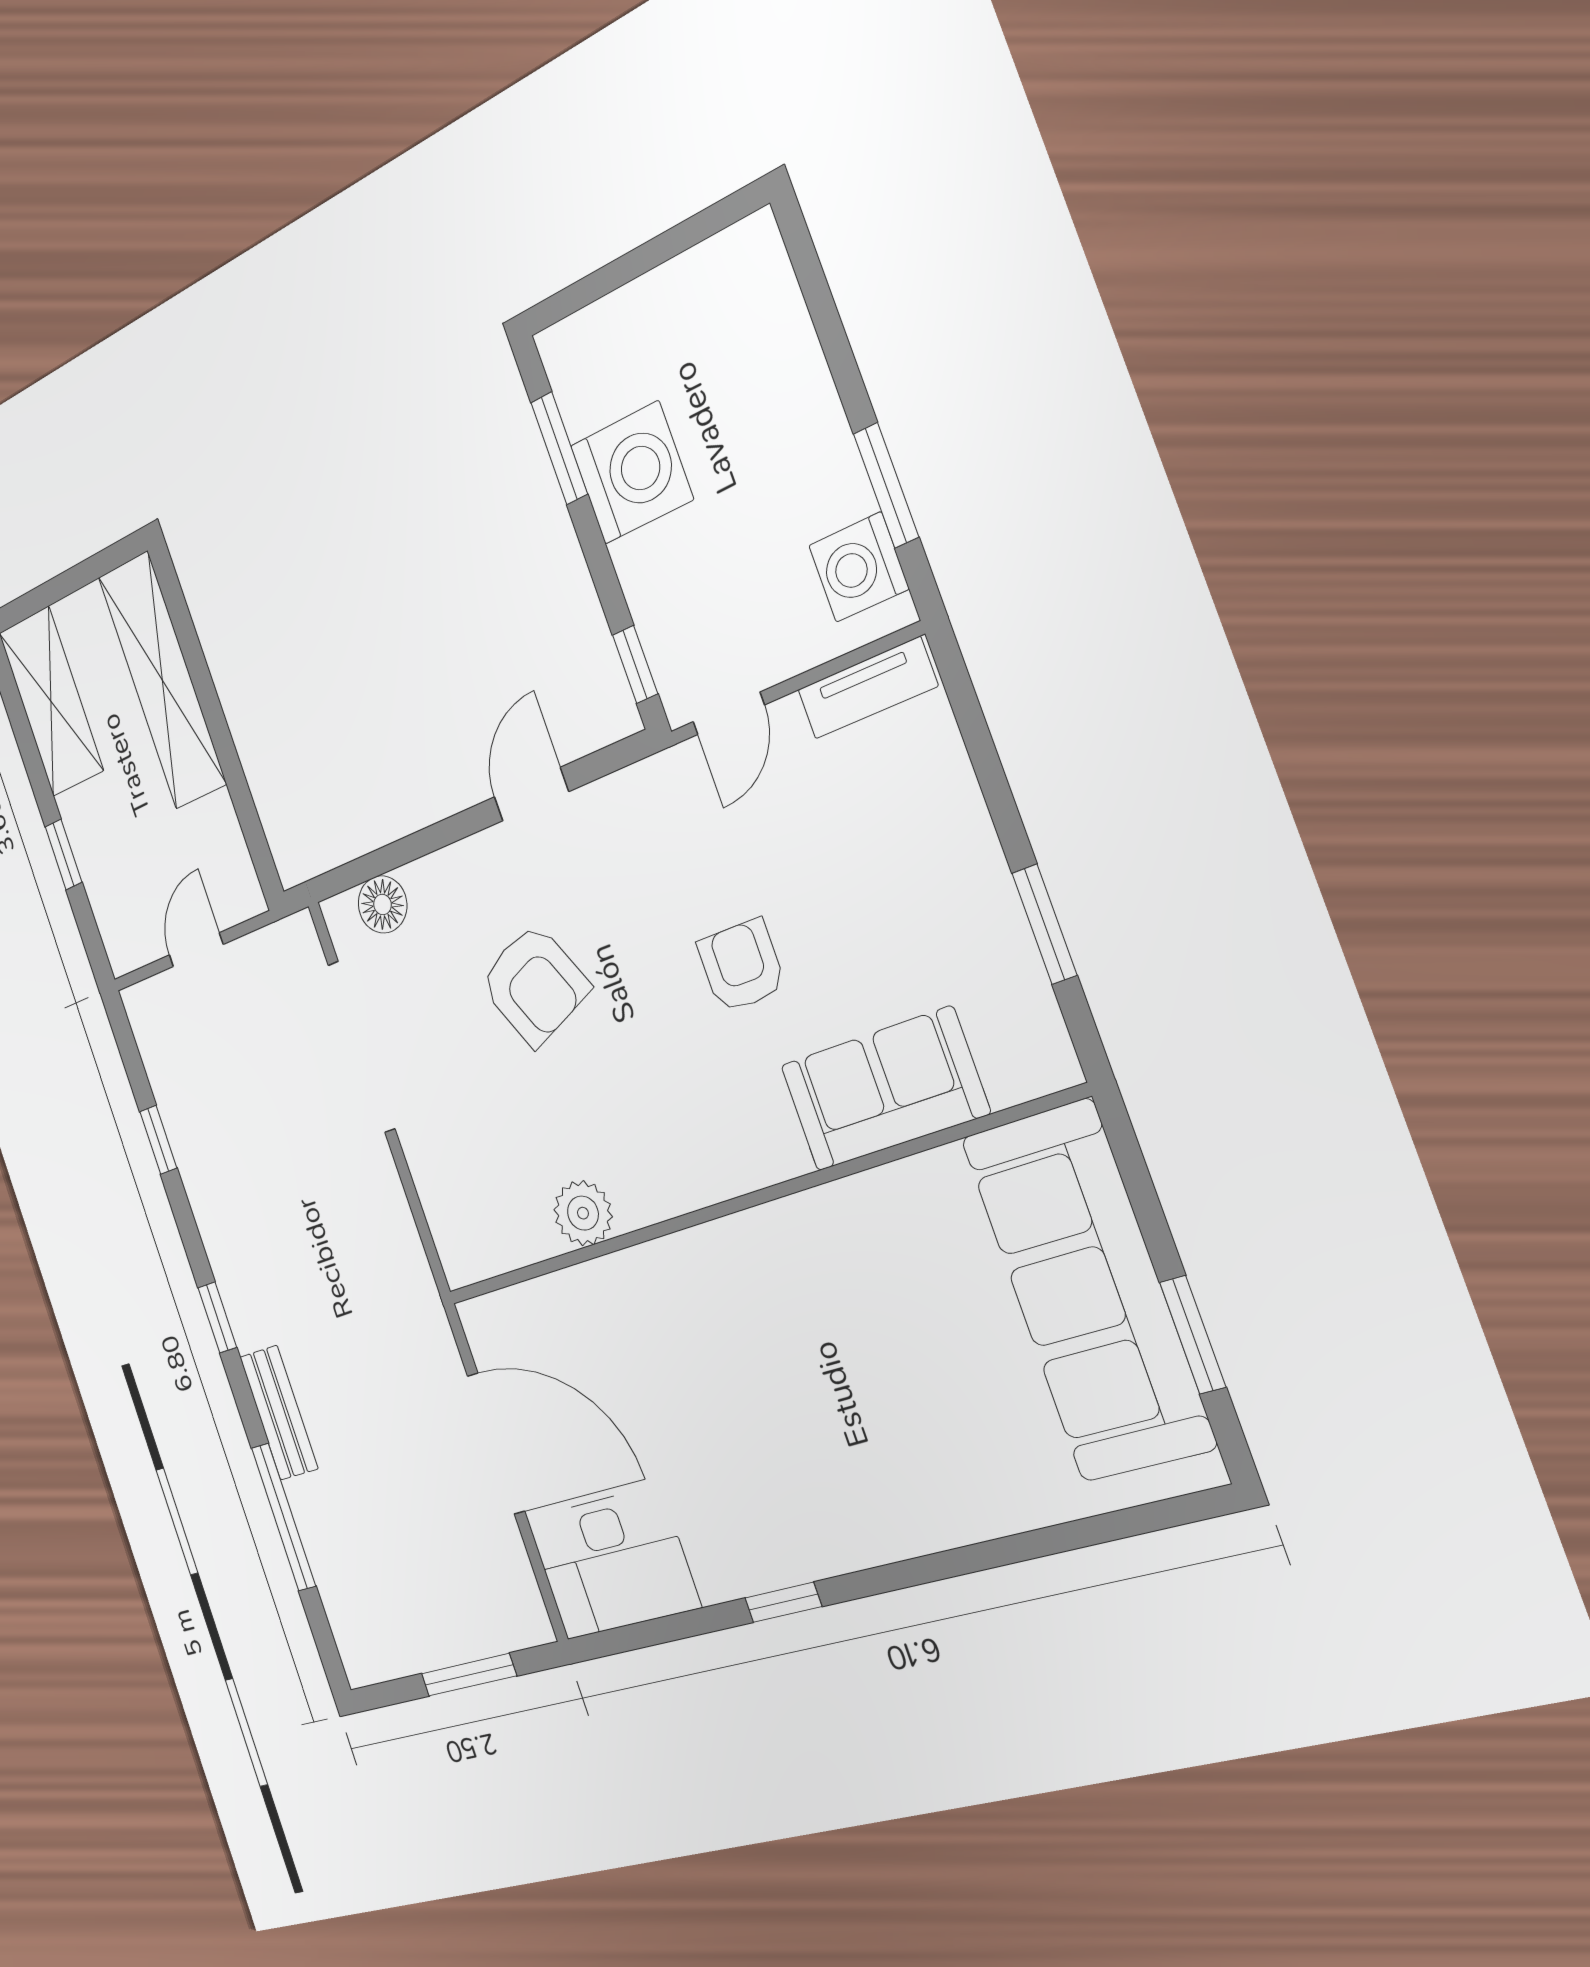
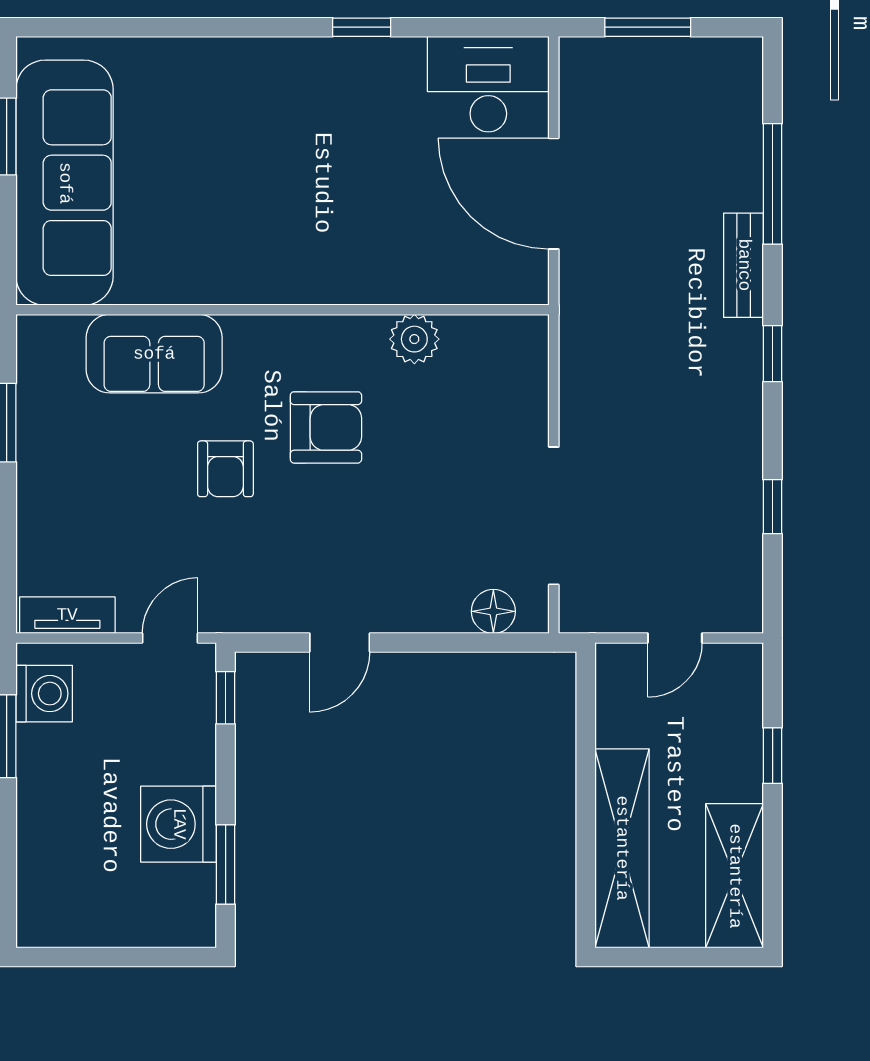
armchair: (534, 985) -> (326, 427), moved, turned 114

